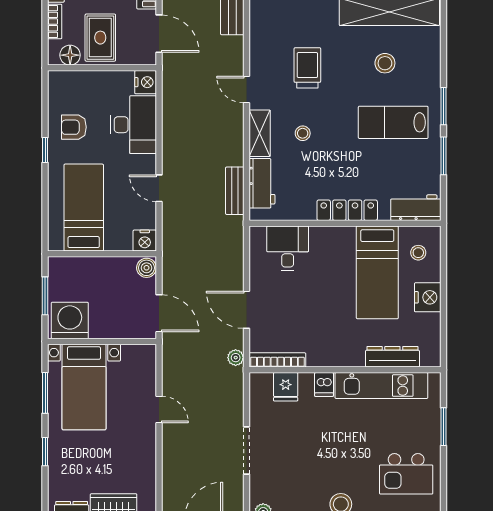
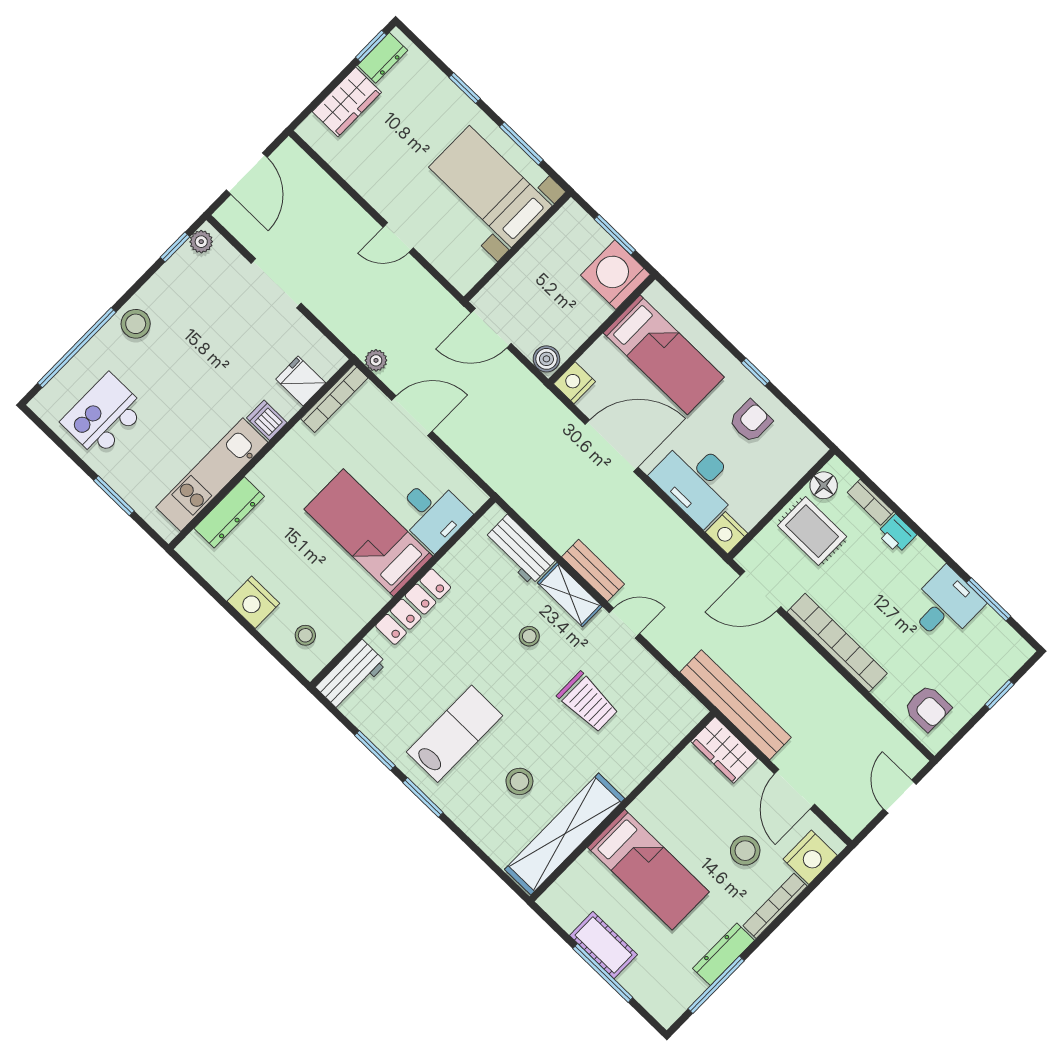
door: (159, 188) -> (612, 446), width x1.87
bench: (235, 191) -> (593, 570), moved
bed: (377, 272) -> (368, 533), moved
washing machine: (70, 320) -> (615, 275), moved, turned 180

